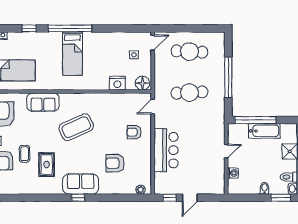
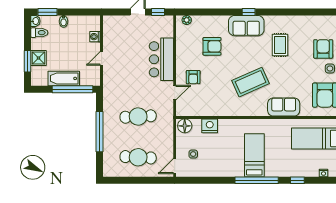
door: (153, 106) -> (175, 93), moved
armchair: (134, 132) -> (193, 77), turned 90
coffee table: (25, 154) -> (302, 56), removed

